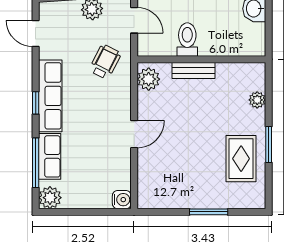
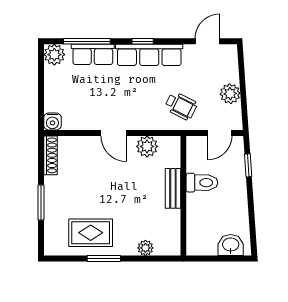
plant: (149, 79) -> (147, 146), moved
shoe rack: (158, 202) -> (50, 155), added

